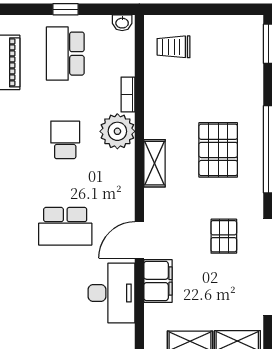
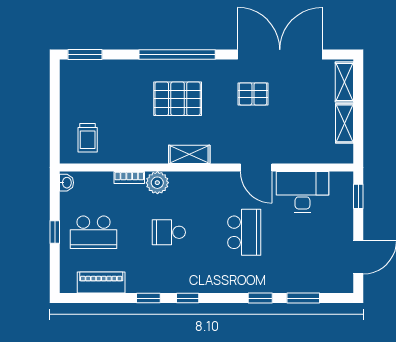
plant: (117, 131) -> (157, 183), width x0.73, depth x0.73
filing cabinet: (158, 281) -> (292, 151), removed

